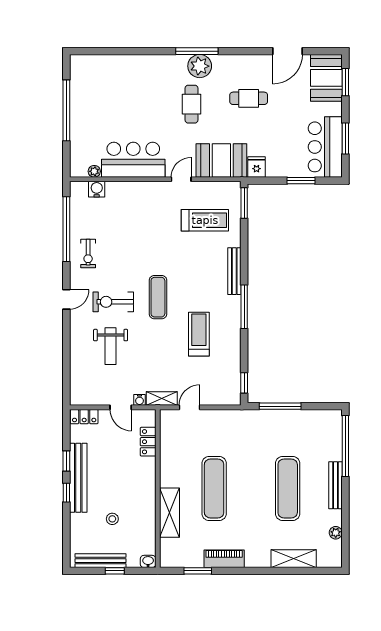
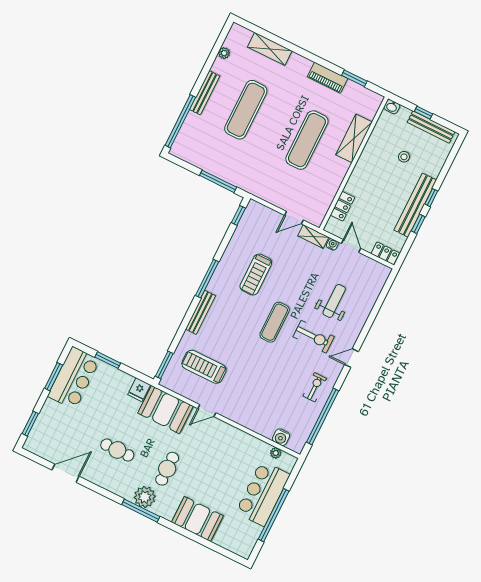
booth: (326, 78) -> (197, 519), moved, turned 90
bar counter: (133, 160) -> (263, 493), moved, turned 90

